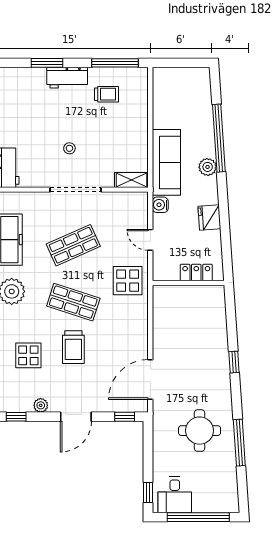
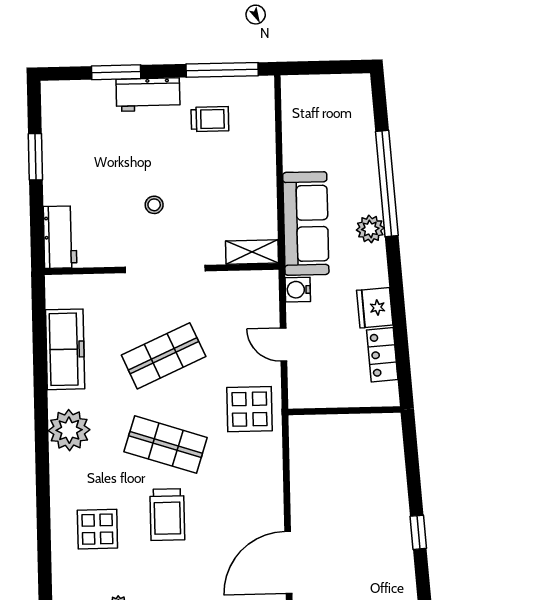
locker: (196, 272) -> (382, 355), moved, turned -94

